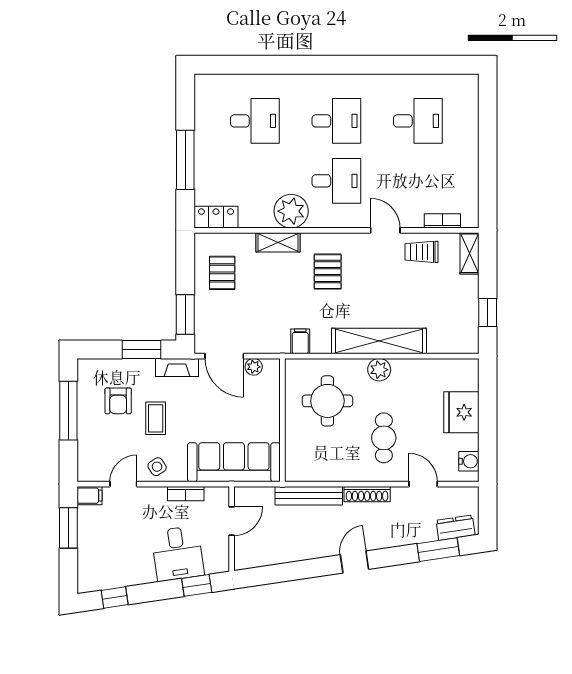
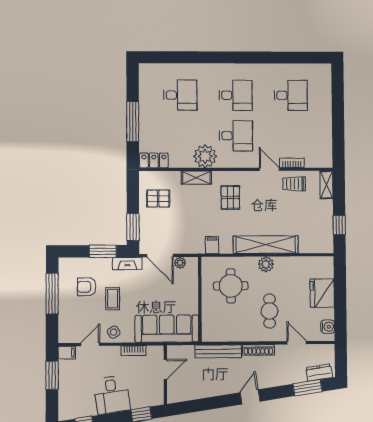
bookcase: (442, 221) -> (292, 163), moved
pallet: (222, 273) -> (158, 198), turned 90
armchair: (118, 401) -> (87, 287), turned 90
desk: (178, 553) -> (112, 395), moved

